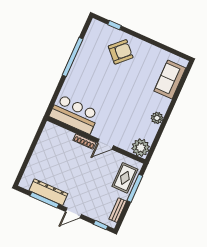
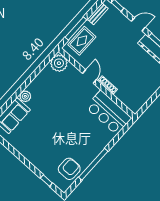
armchair: (121, 52) -> (69, 169), moved, turned 134
plant: (157, 118) -> (25, 96), moved
door: (105, 144) -> (89, 76), hinge flipped

